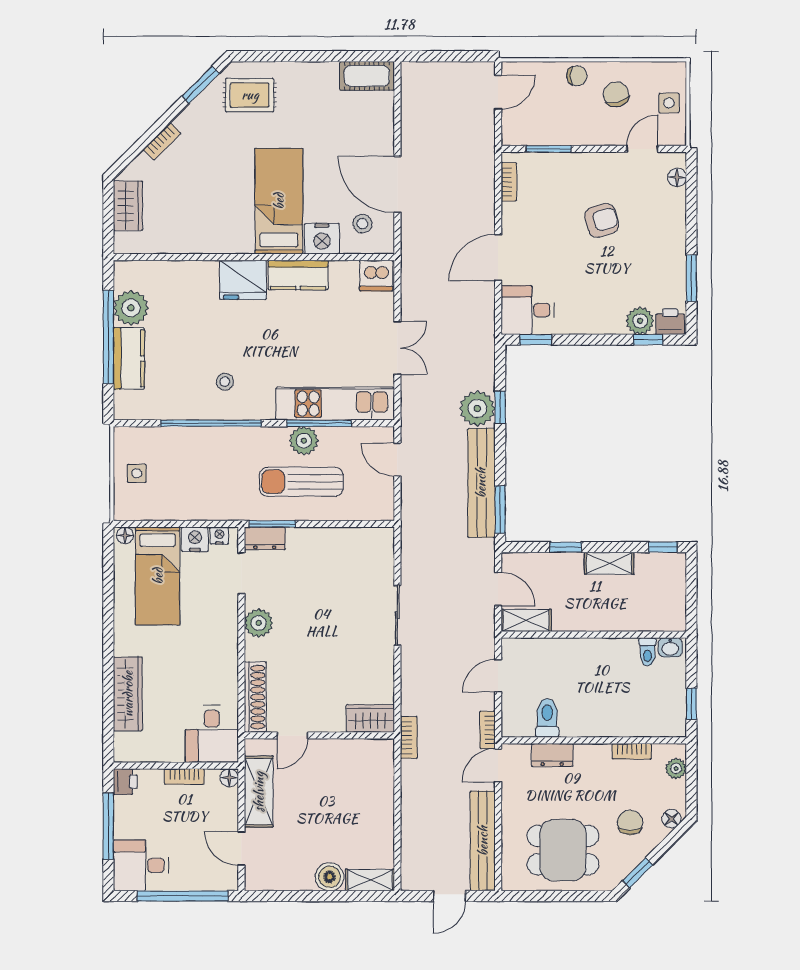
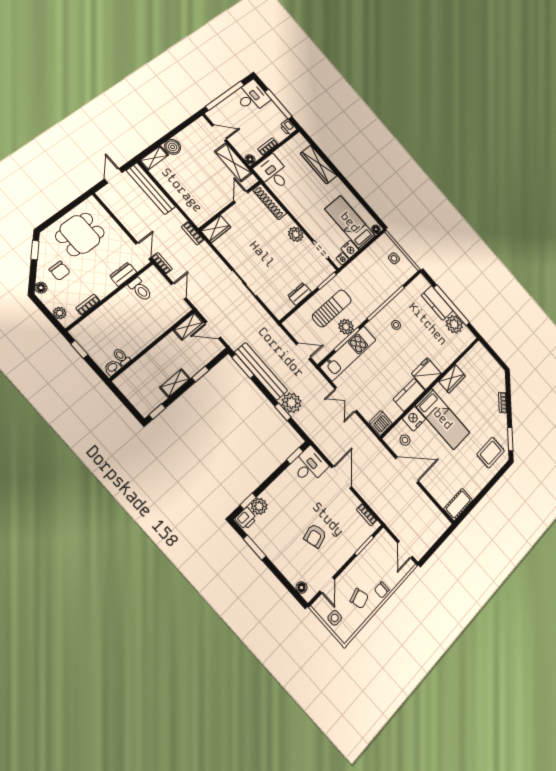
wardrobe: (128, 206) -> (452, 379), moved, turned -90
dresser: (265, 538) -> (300, 294), moved
bench: (483, 841) -> (151, 189), moved

